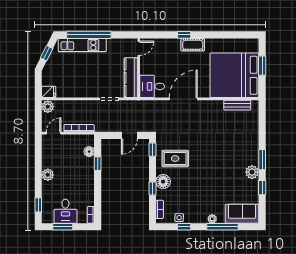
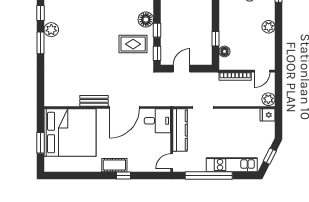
window: (89, 35) -> (209, 176), moved
bench: (237, 105) -> (94, 101), moved
window: (153, 189) -> (157, 30), moved

